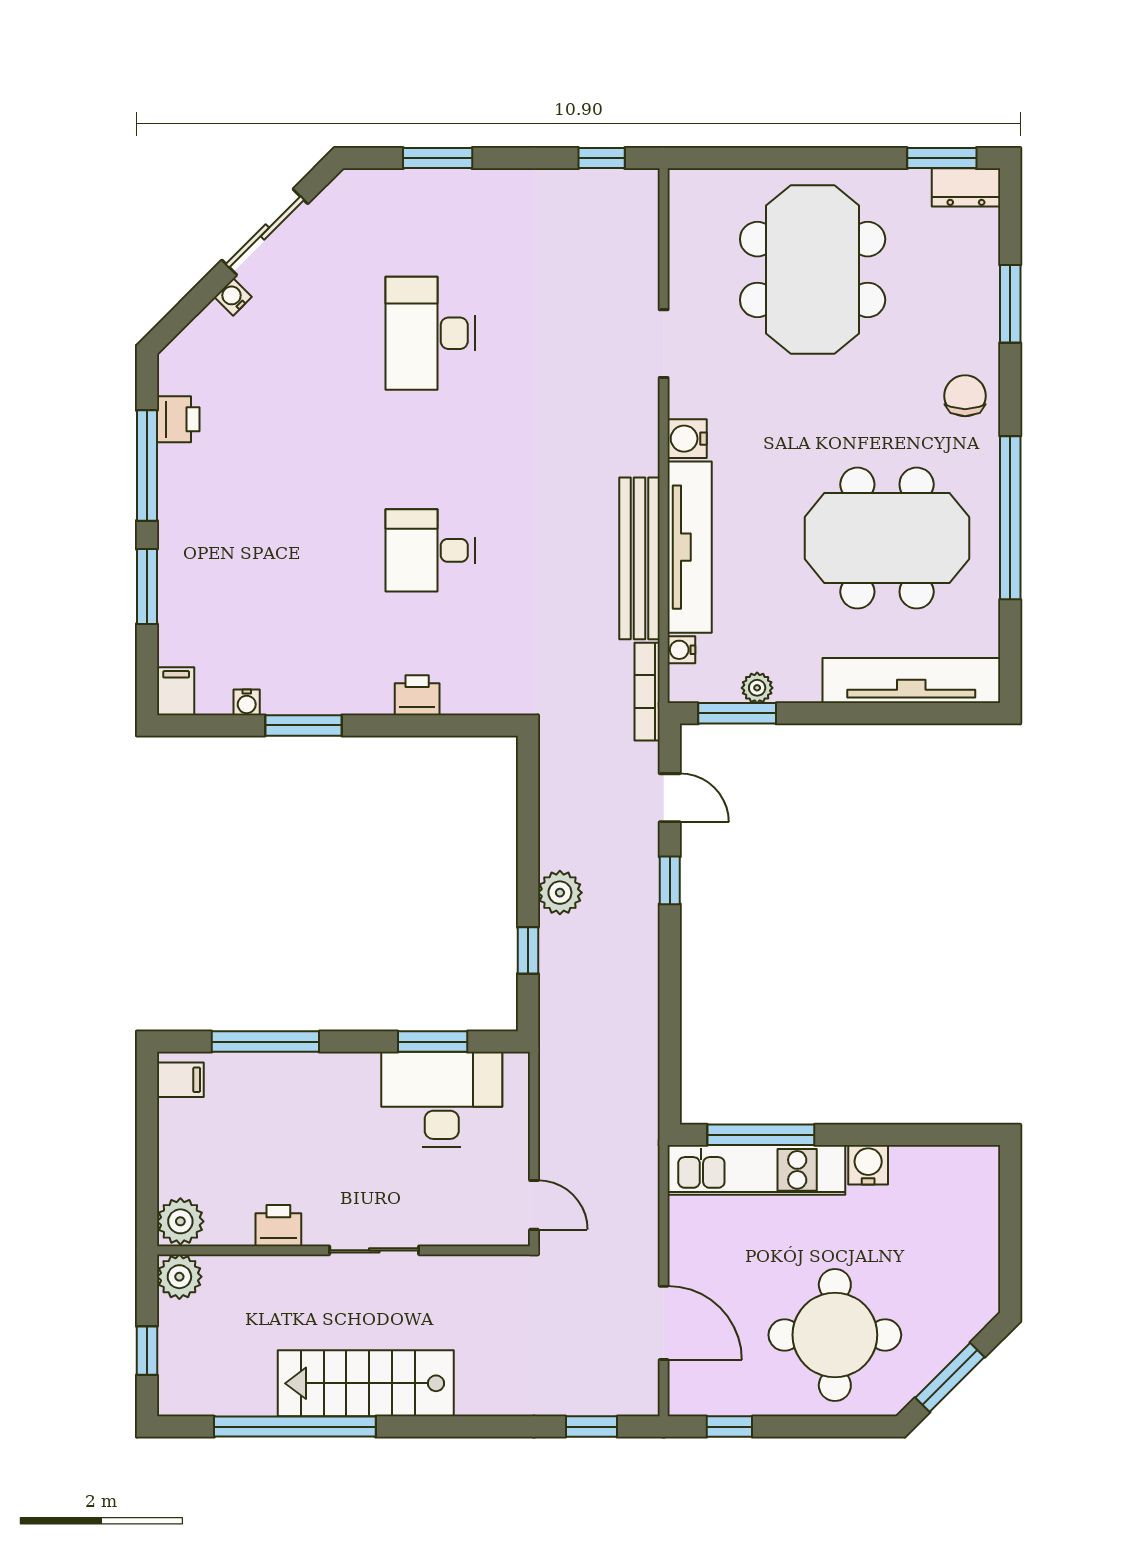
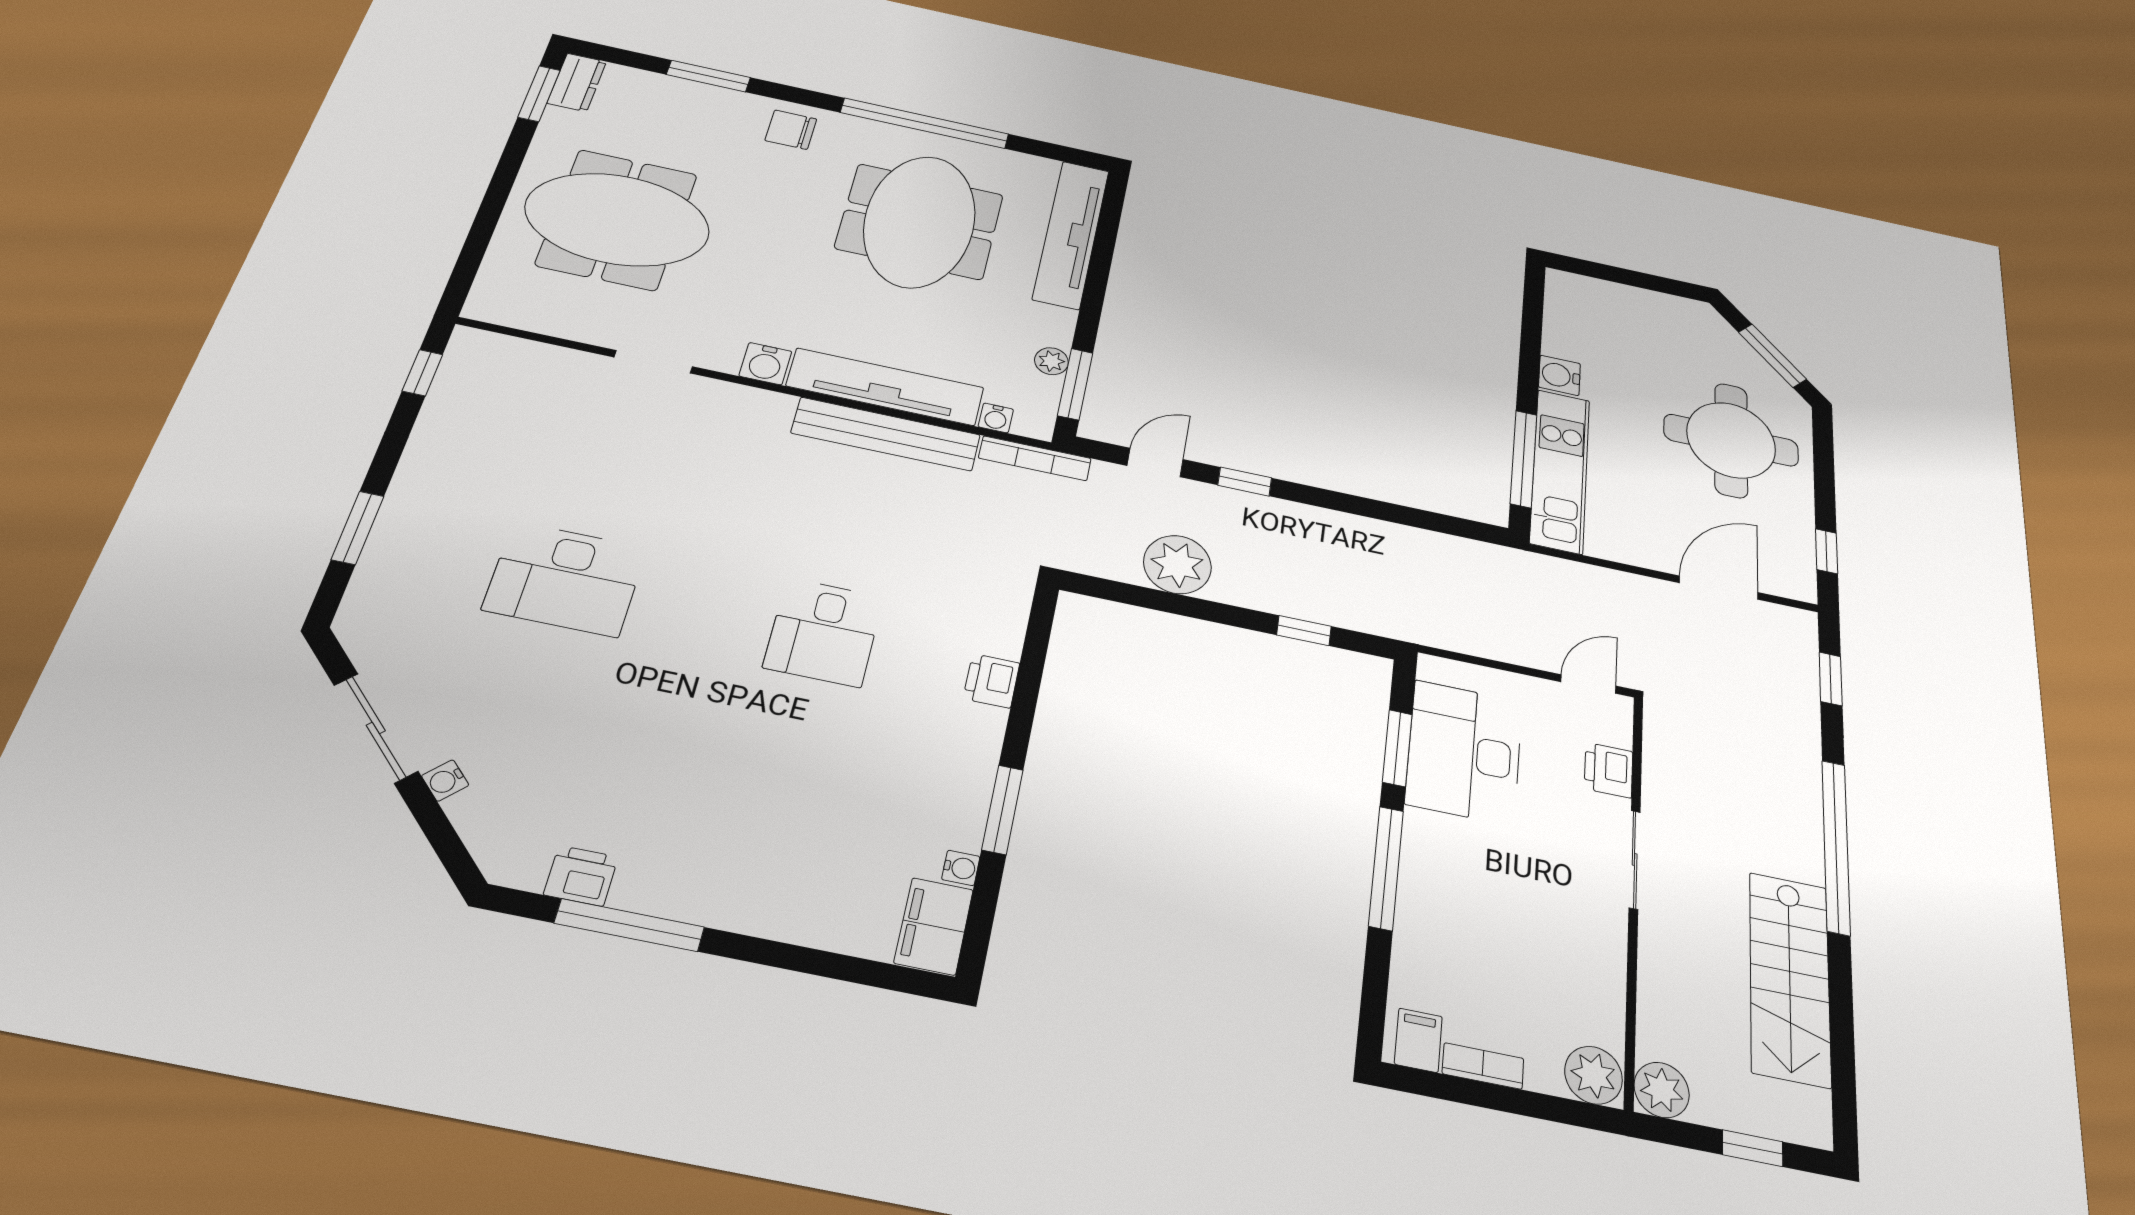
window: (147, 587) -> (787, 956), removed
filing cabinet: (176, 691) -> (934, 926), width x2.00
plant: (560, 893) -> (1177, 564), moved, width x1.36, depth x1.36
window: (265, 1042) -> (1386, 868), moved
bookcase: (170, 1132) -> (1483, 1066), added
printer: (278, 1226) -> (1609, 770), moved
stairs: (366, 1383) -> (1790, 978), moved
window: (295, 1427) -> (1836, 846), moved

